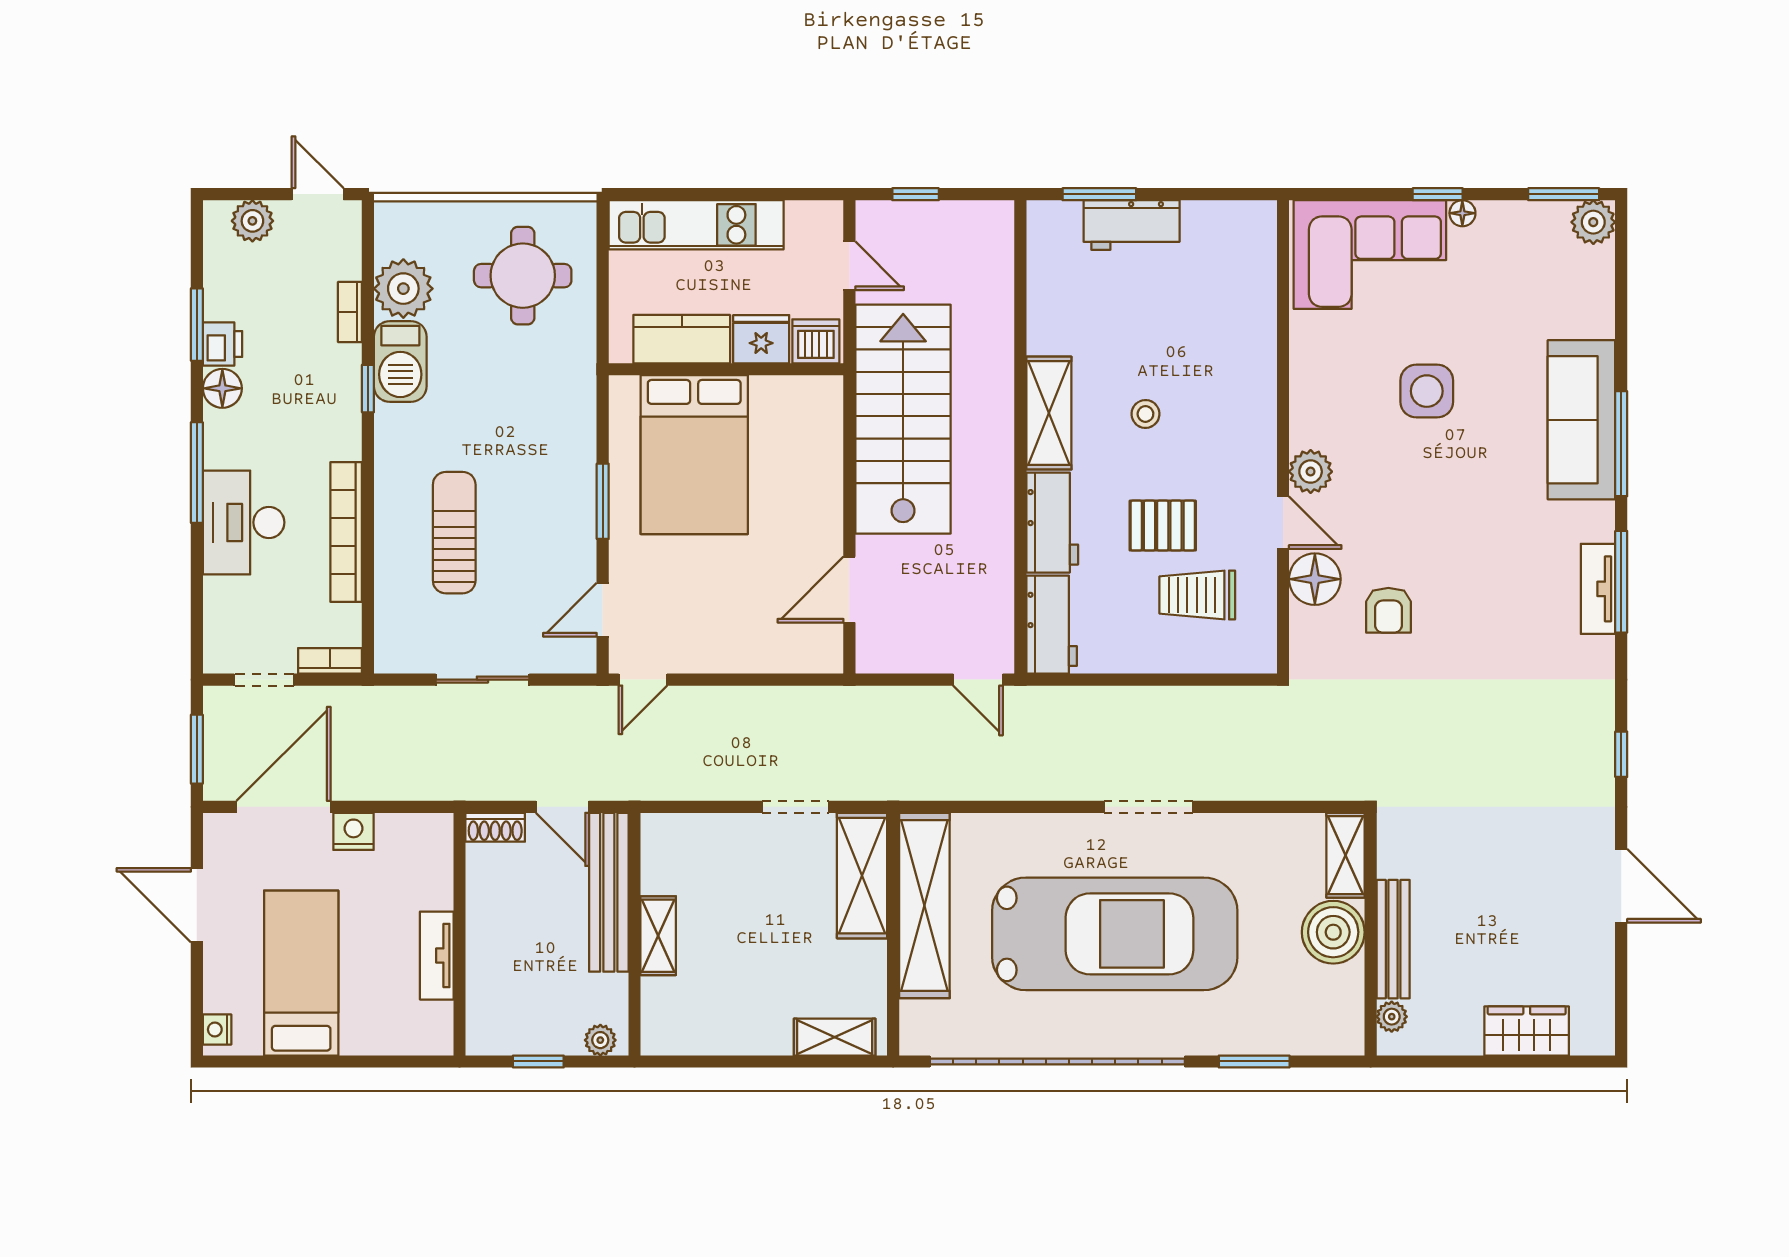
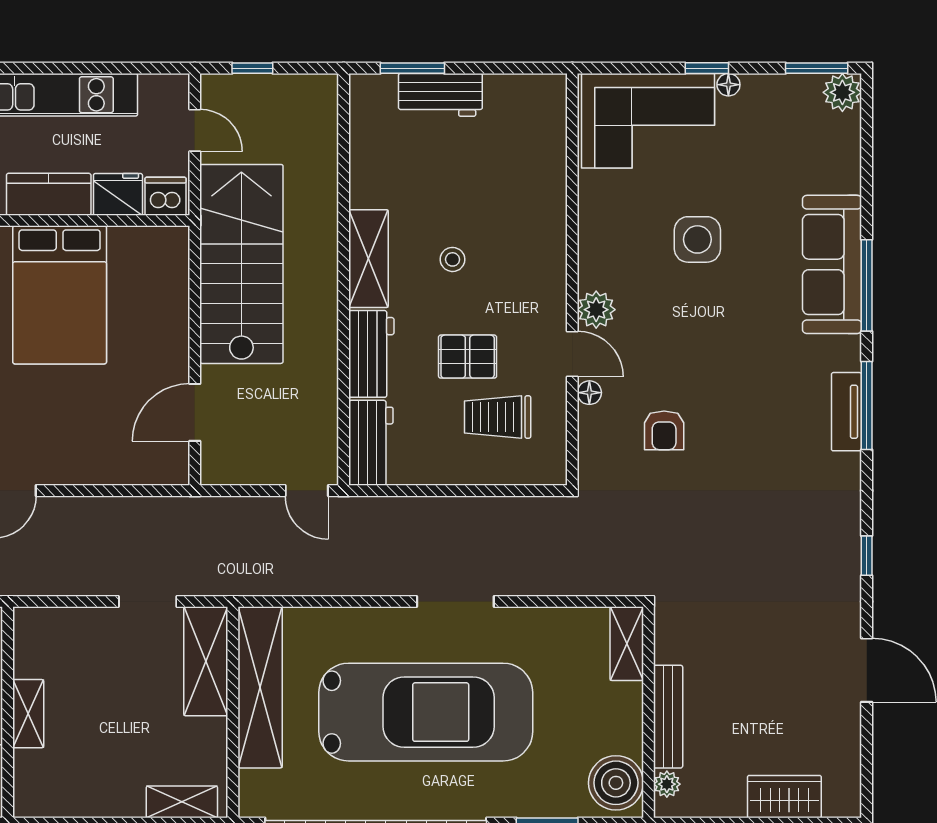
floor lamp: (1315, 579) -> (589, 393), width x0.53, depth x0.53
boiler: (1333, 932) -> (616, 783), moved

